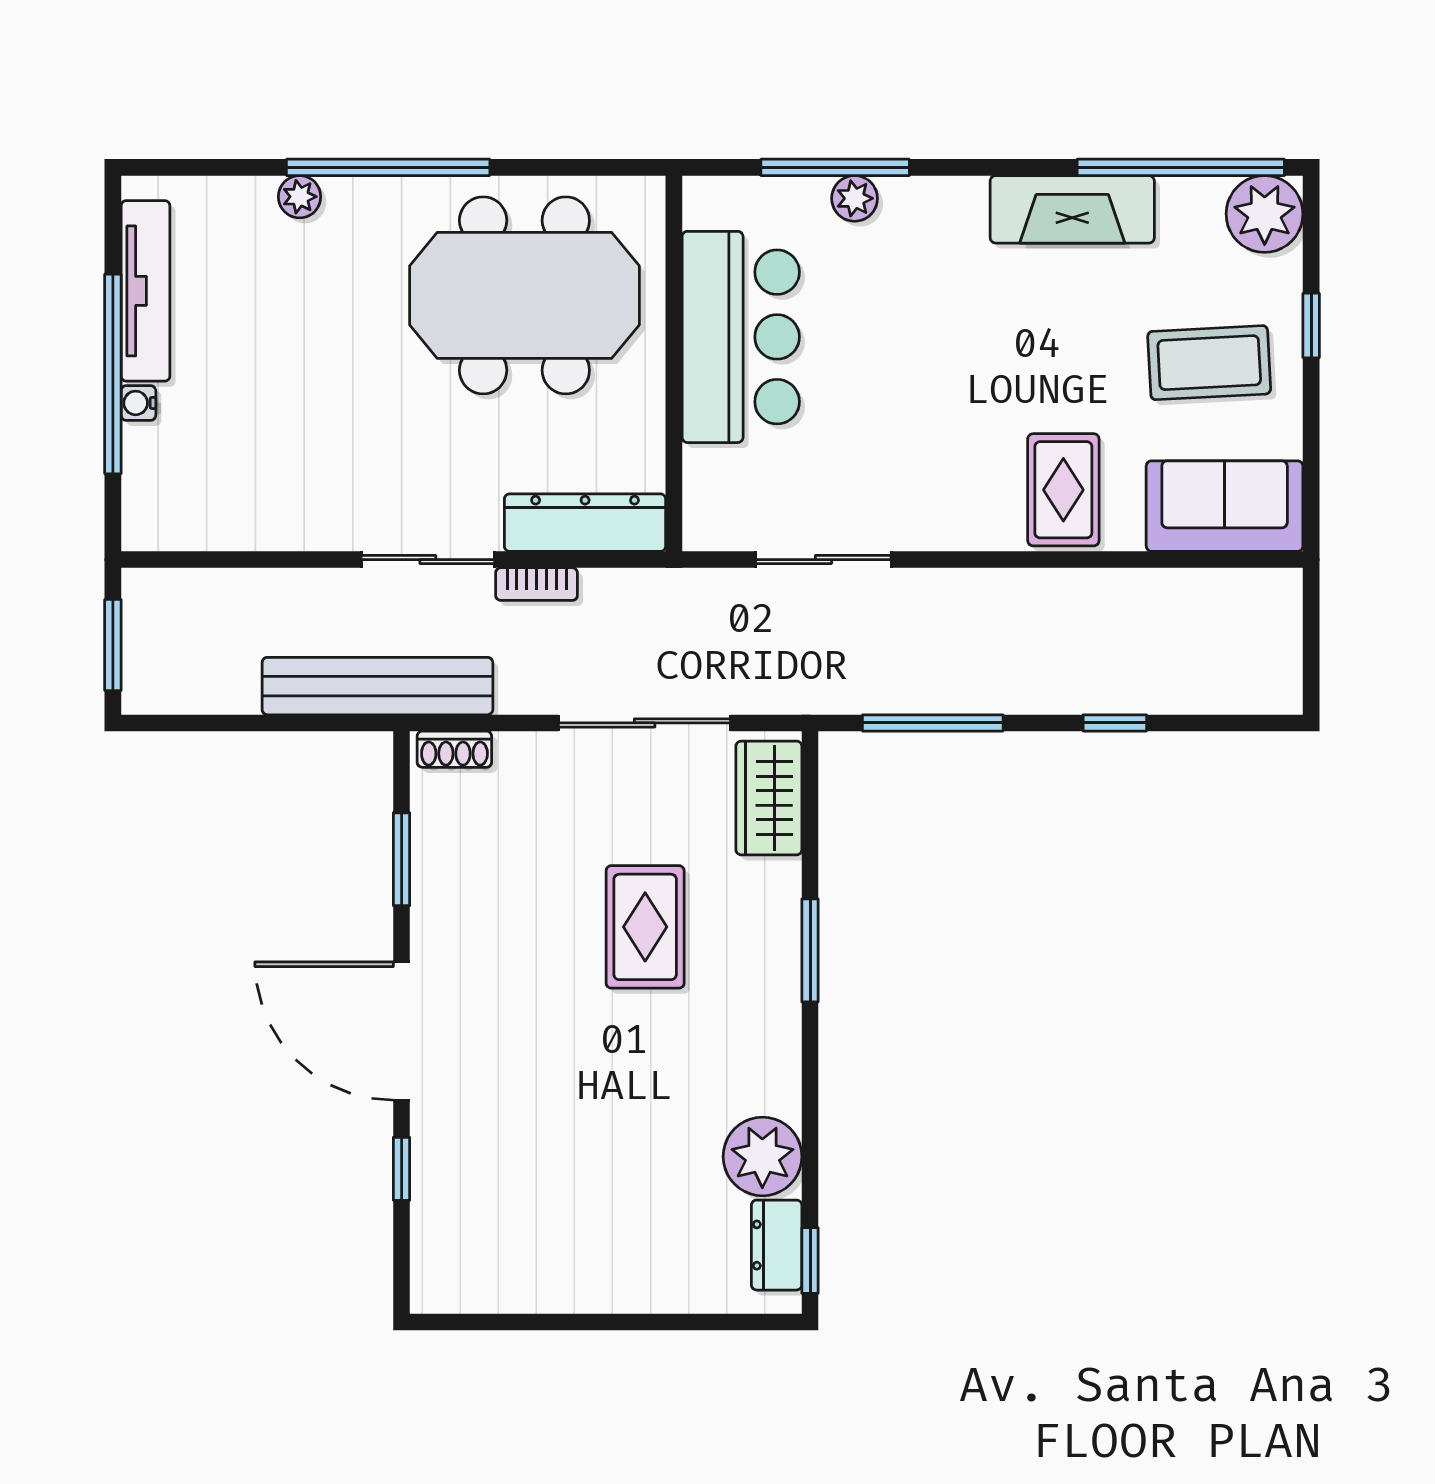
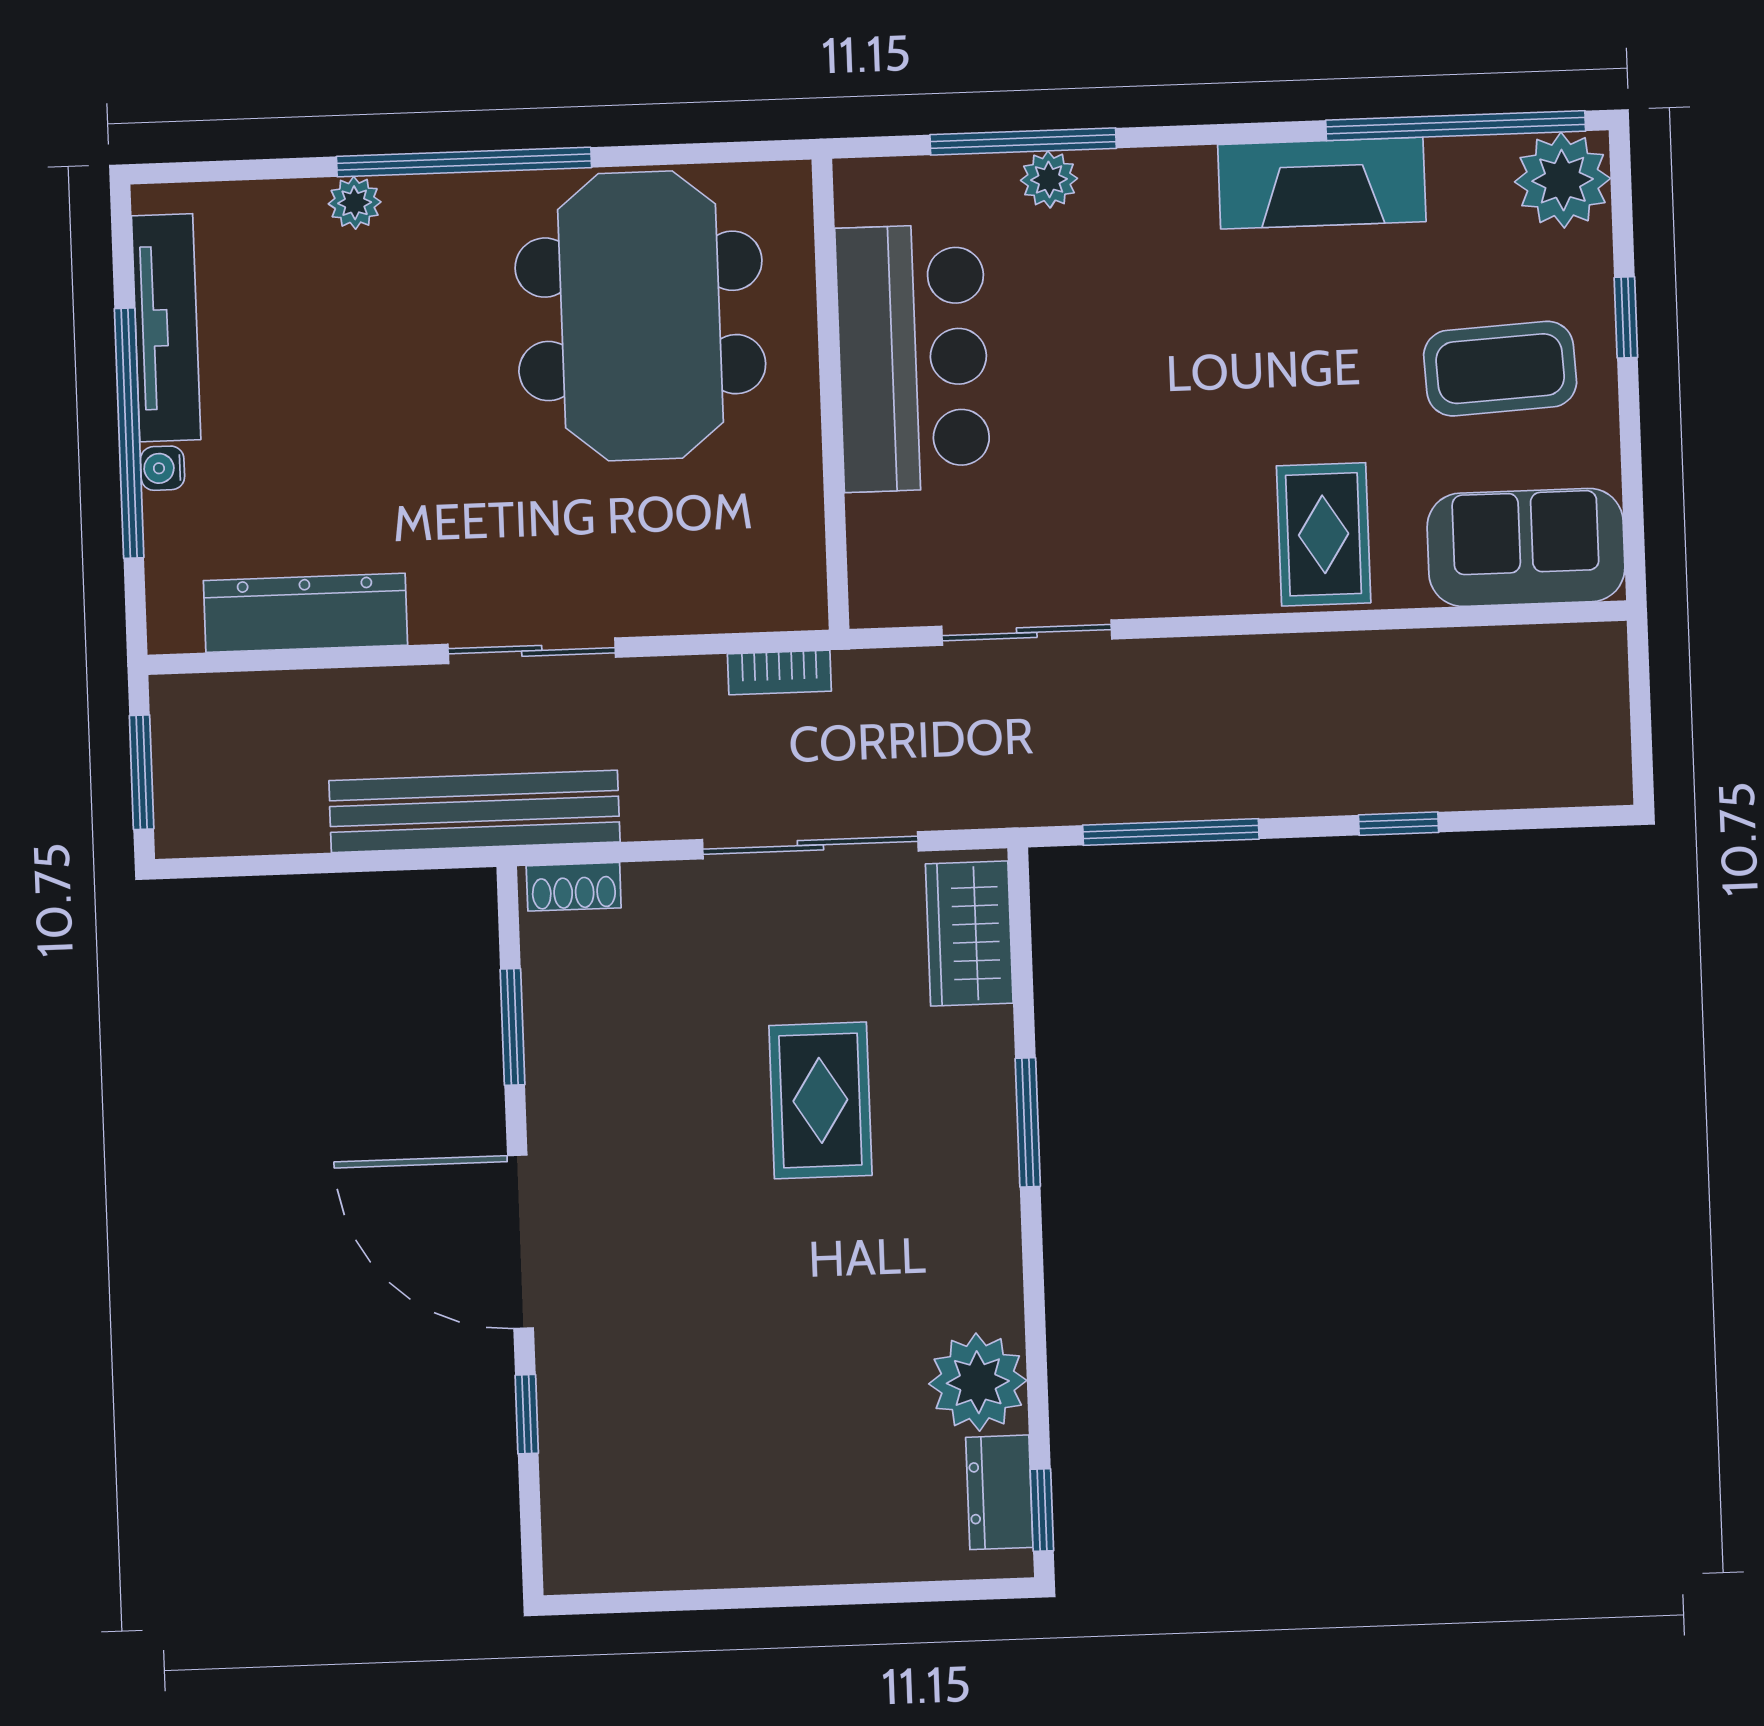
meeting table: (524, 295) -> (640, 316), turned 90
dresser: (585, 523) -> (305, 613), moved
bookcase: (537, 584) -> (779, 672), moved

